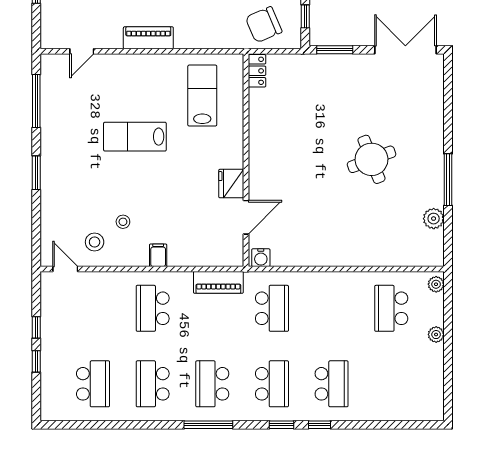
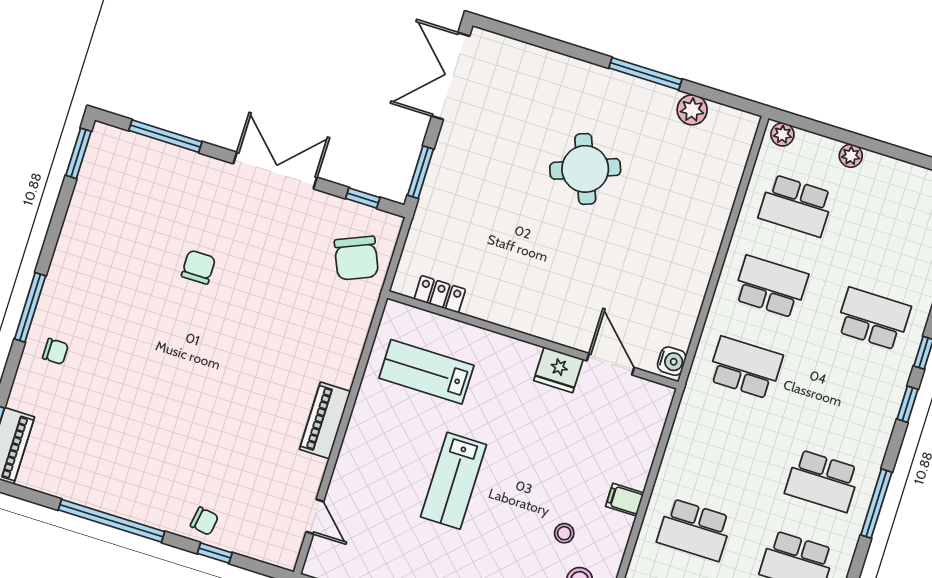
locker: (257, 71) -> (440, 294), moved
piano: (218, 282) -> (687, 429), removed
school desk: (272, 384) -> (771, 287), moved

